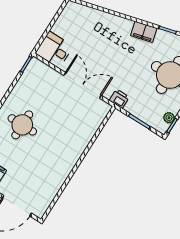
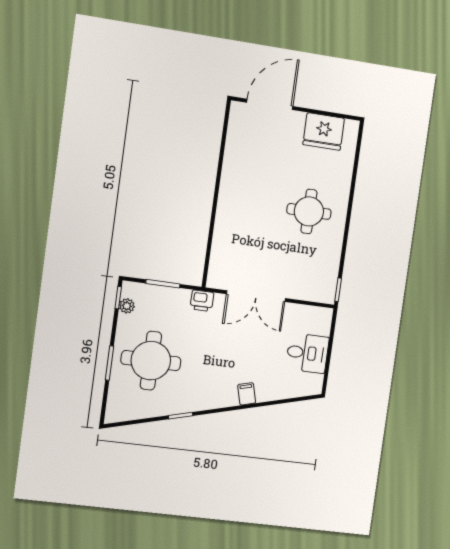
filing cabinet: (144, 32) -> (247, 394), moved, width x0.50
desk: (54, 50) -> (307, 353), moved

